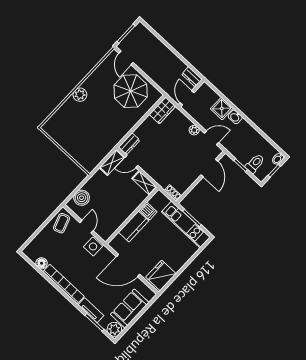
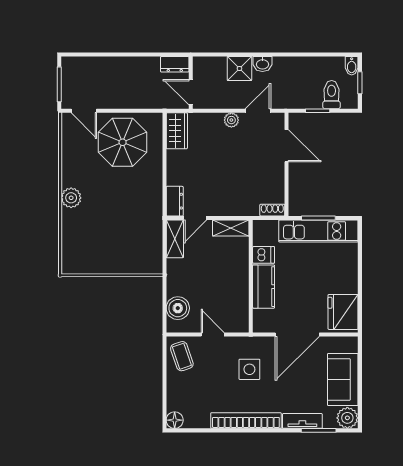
side table: (93, 246) -> (249, 369), moved
floor lamp: (42, 263) -> (175, 420), moved

